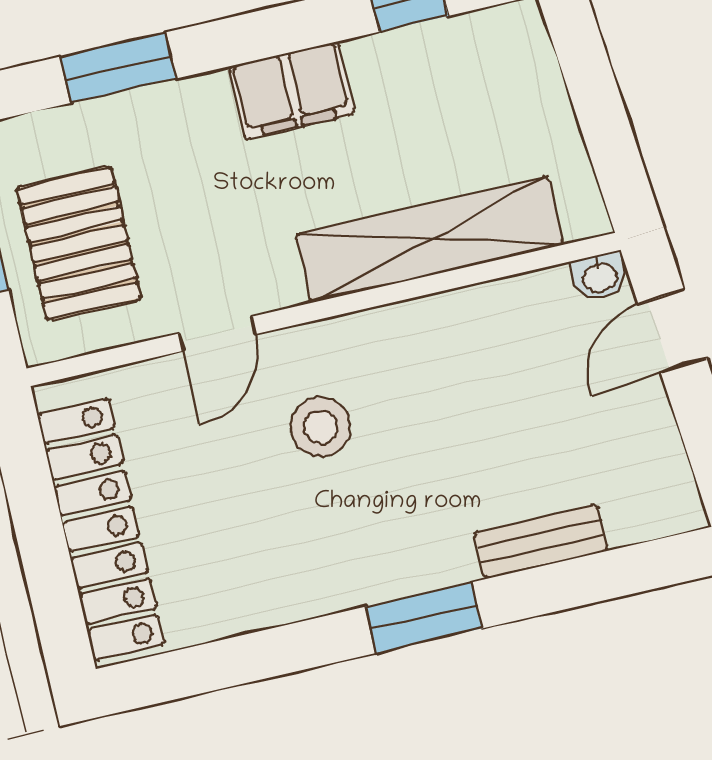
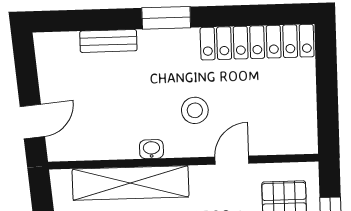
washbasin: (599, 276) -> (151, 149), moved
locker: (101, 529) -> (257, 42), moved, turned -90

